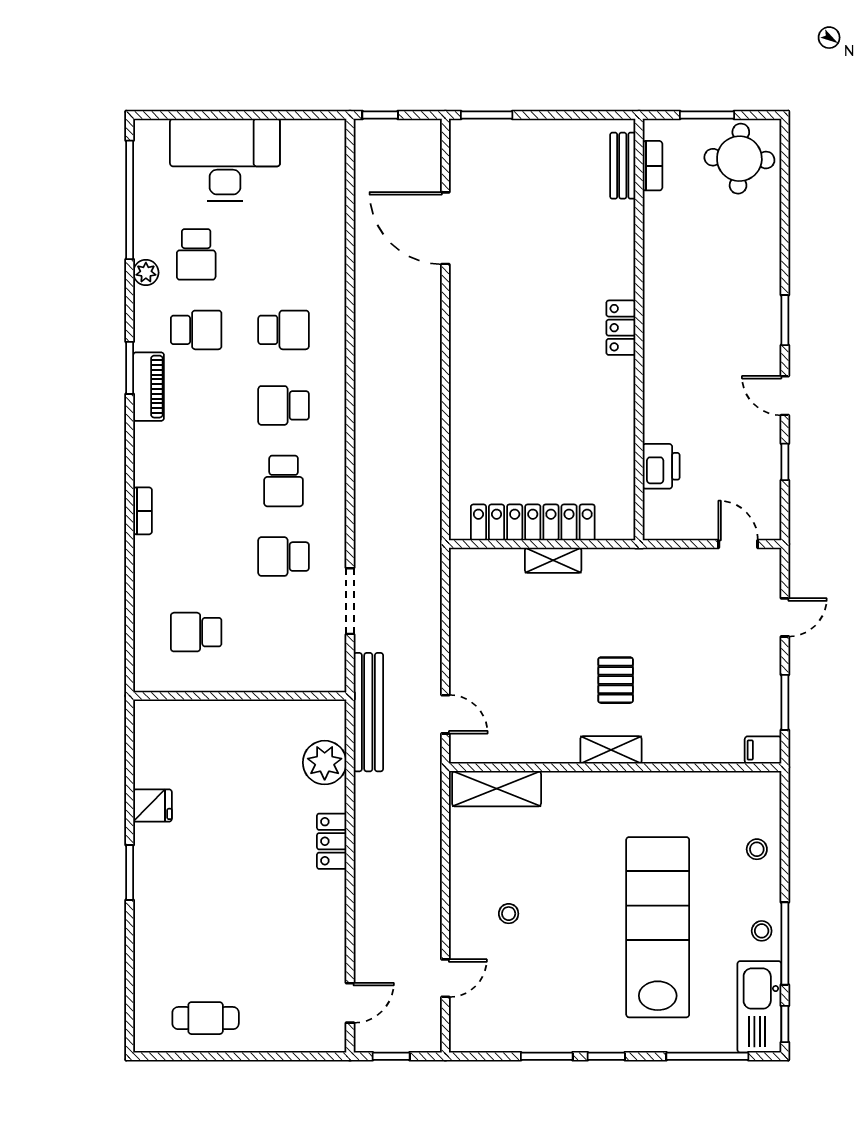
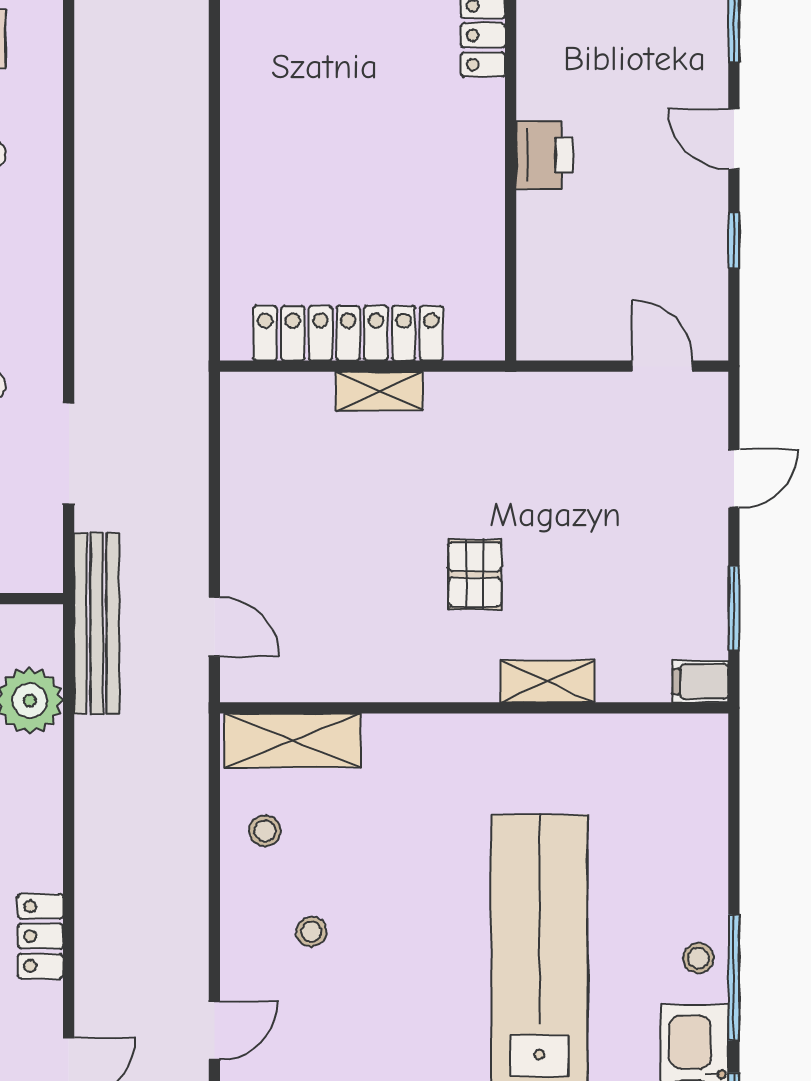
printer: (661, 466) -> (544, 155), moved
shelving: (611, 750) -> (547, 681), moved
locker: (332, 841) -> (41, 936), moved
stool: (757, 849) -> (265, 831), moved

